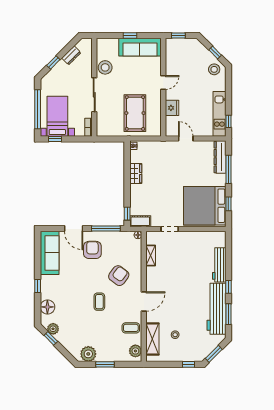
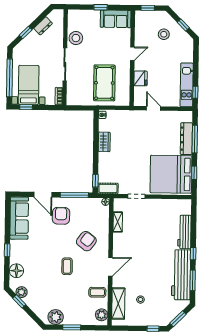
sofa: (140, 47) -> (116, 19), width x0.73
stool: (214, 69) -> (164, 34), moved
dresser: (220, 157) -> (186, 139), moved

